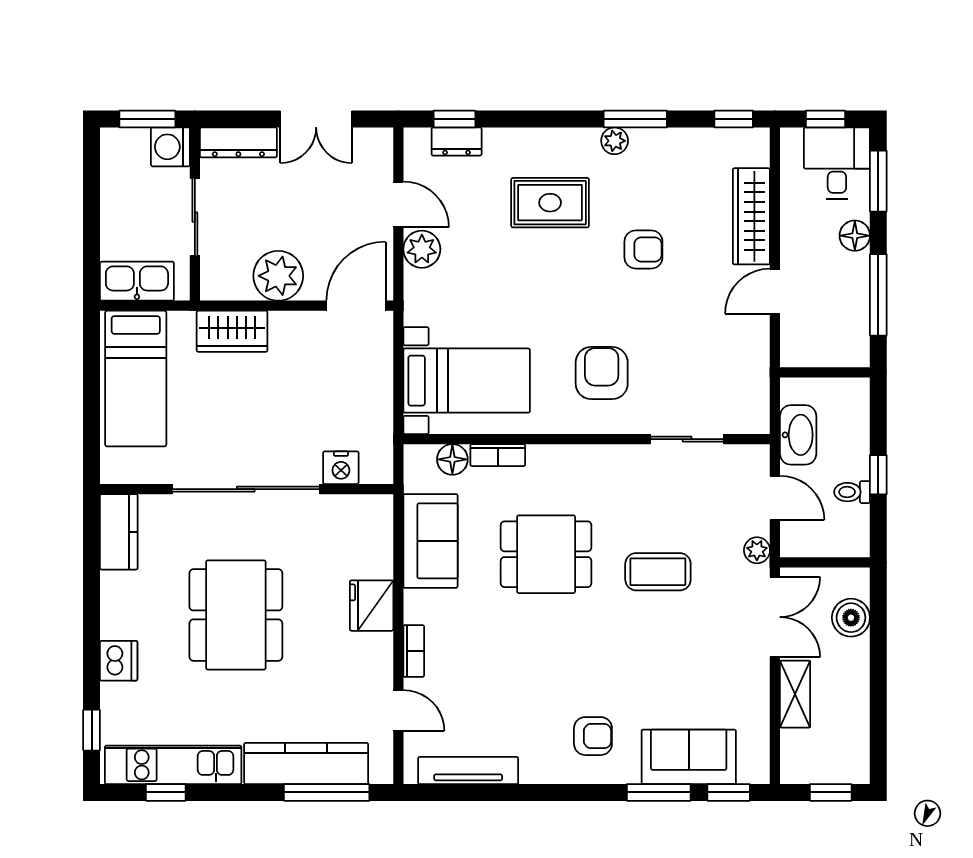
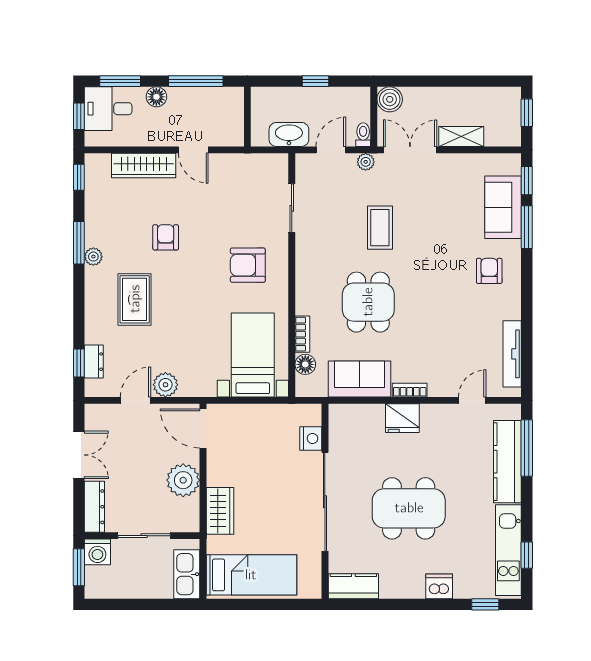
toilet: (852, 492) -> (363, 135), moved, turned 180
boiler: (851, 618) -> (390, 99), moved
bookcase: (414, 651) -> (410, 390), moved

